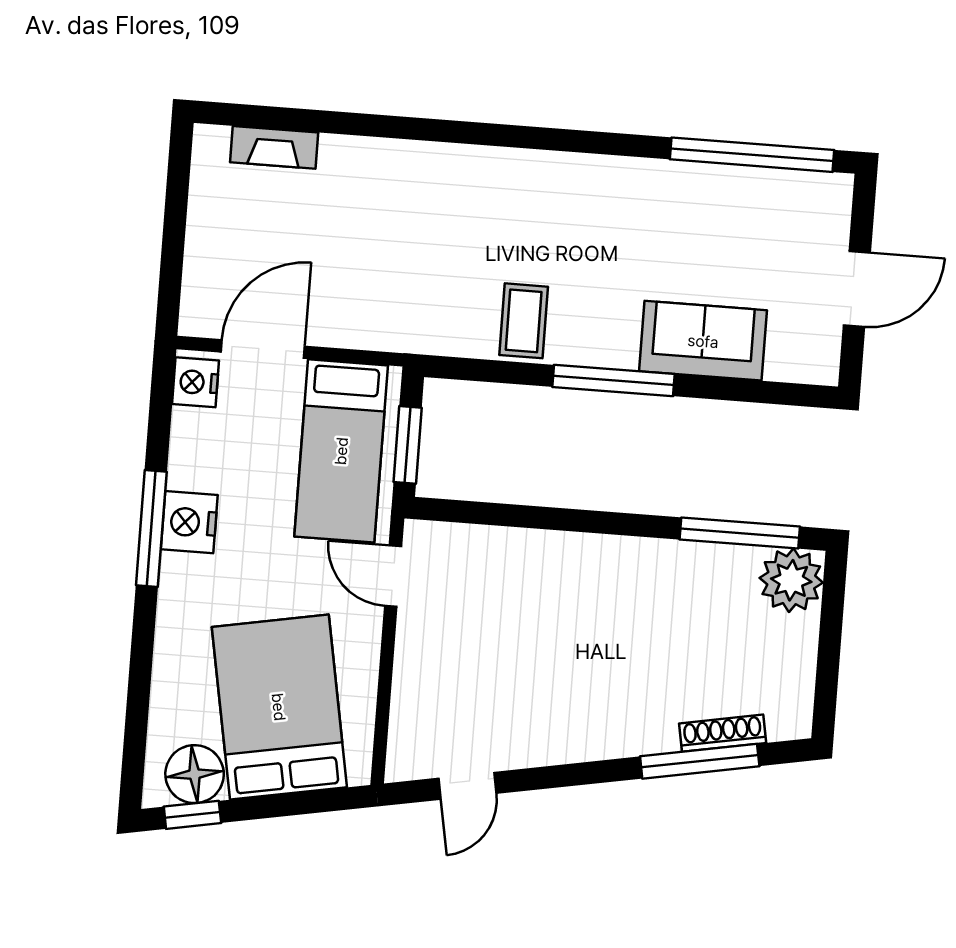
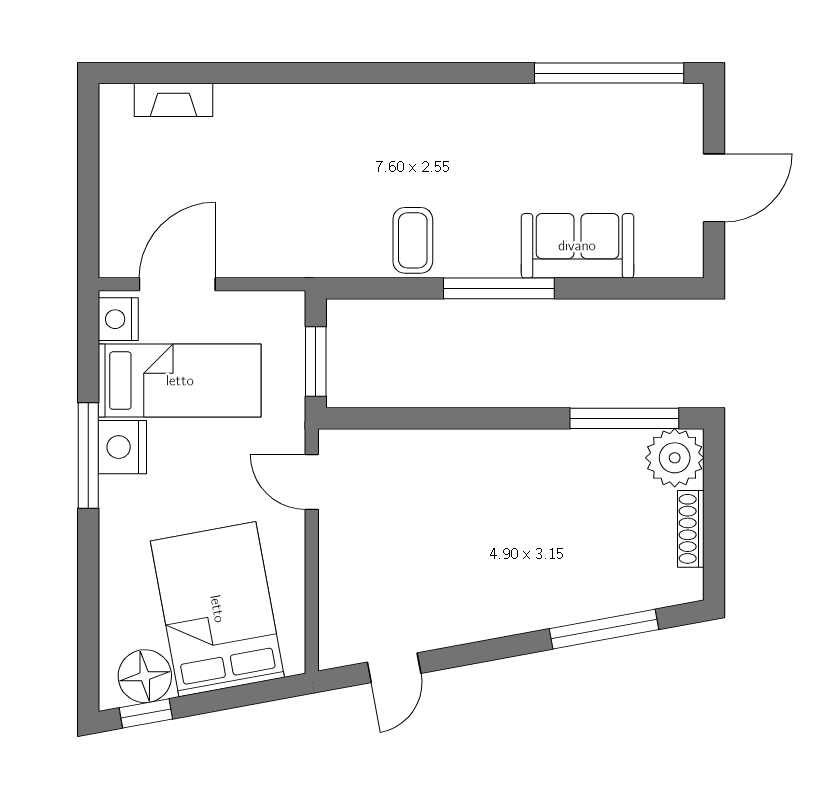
bed: (341, 451) -> (180, 381), moved, turned -90
shoe rack: (723, 733) -> (691, 529), moved, turned -80

